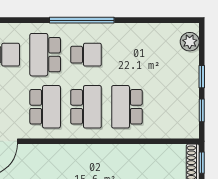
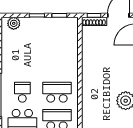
school desk: (127, 107) -> (57, 65), removed

